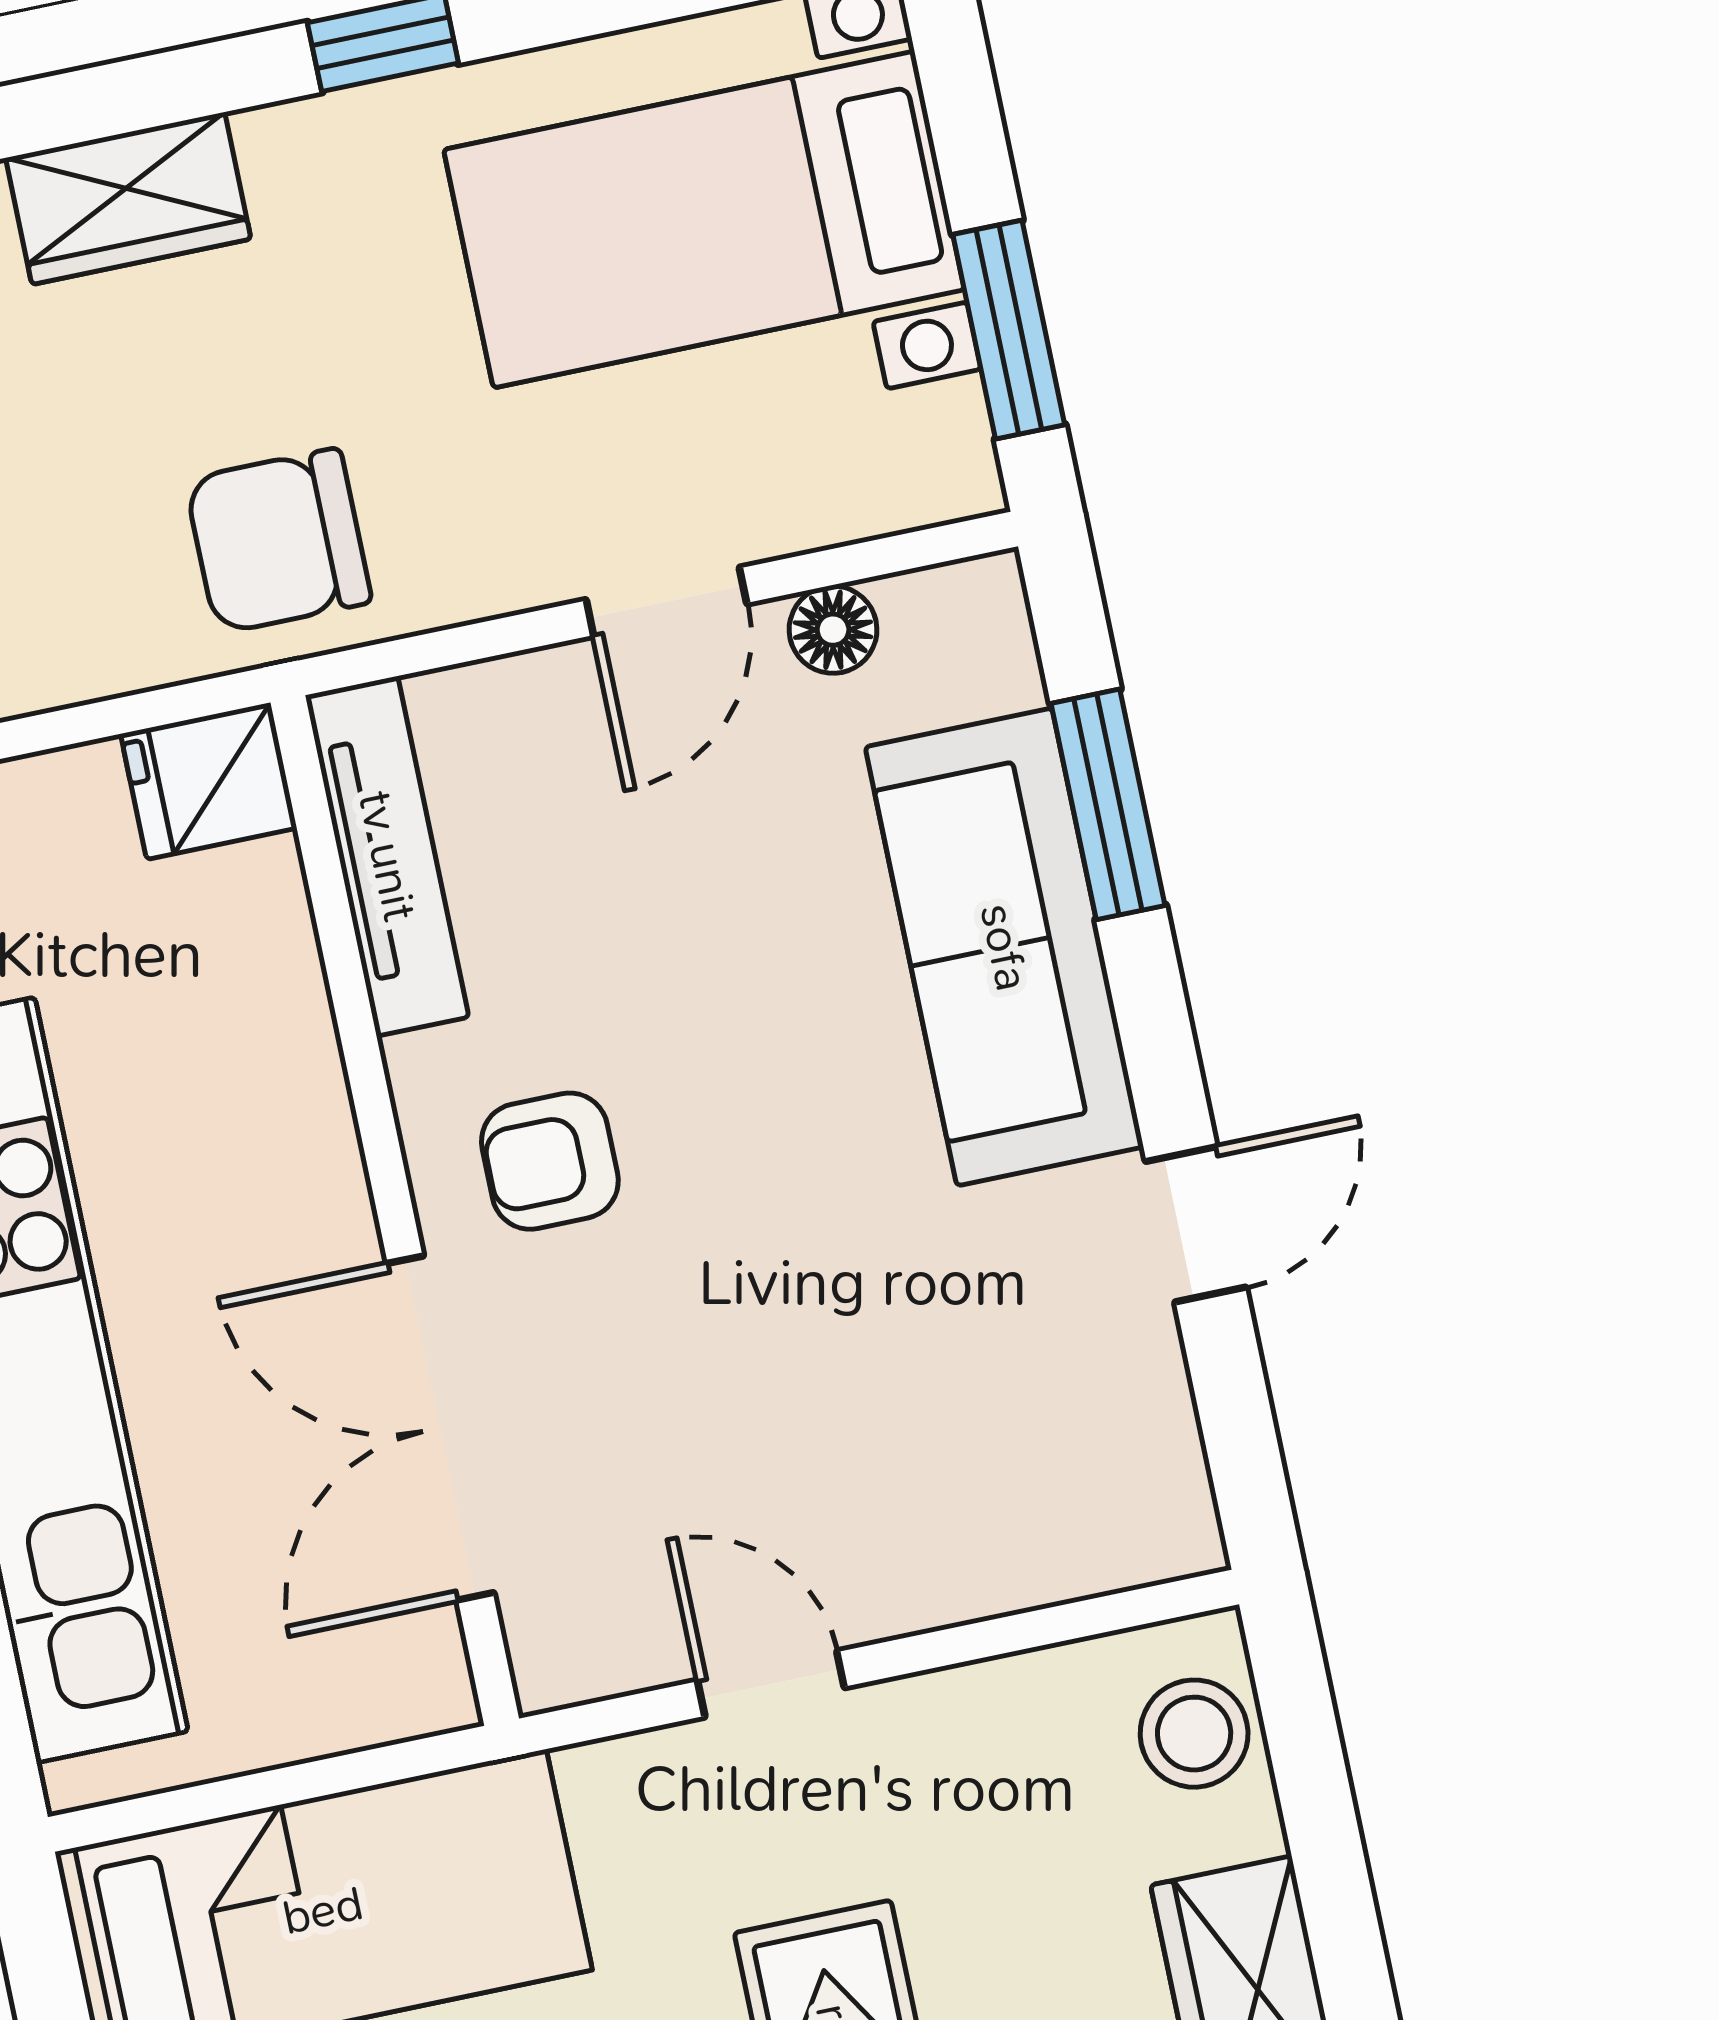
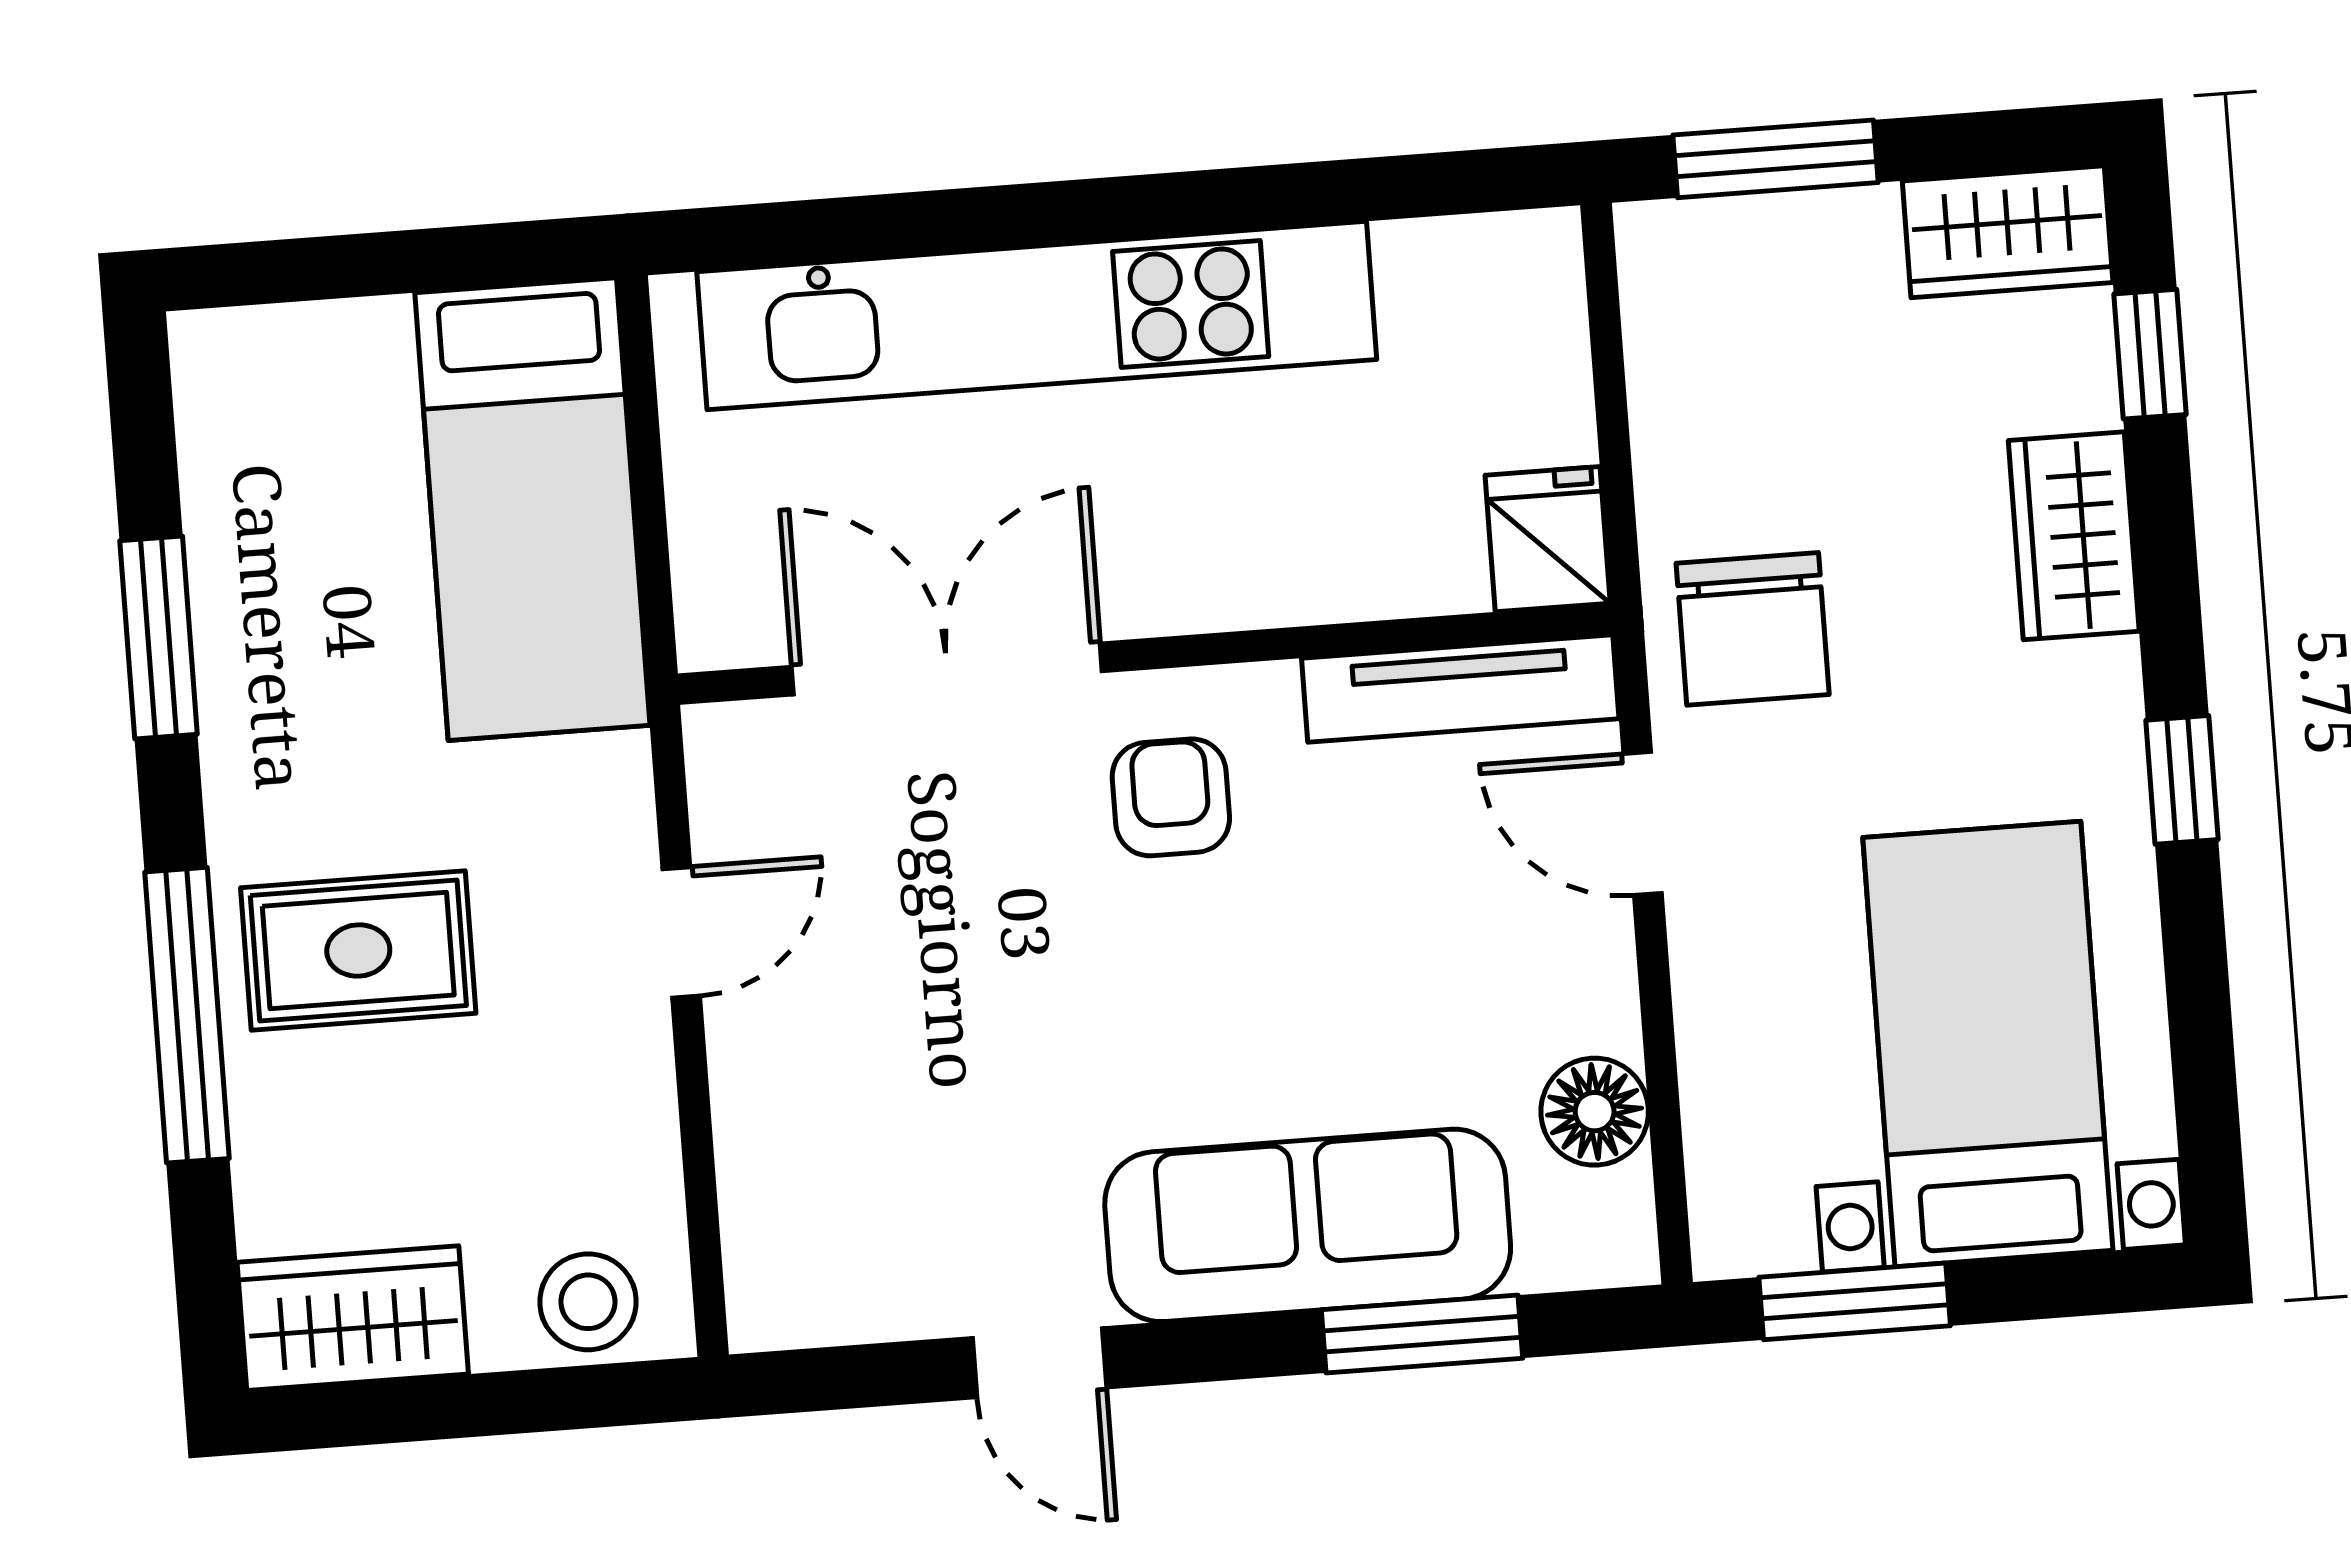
chair: (278, 541) -> (1753, 629), turned 180
door: (666, 602) -> (1643, 824), moved
floor lamp: (833, 630) -> (1595, 1112), width x1.37, depth x1.37

